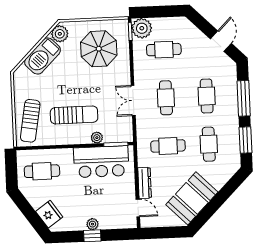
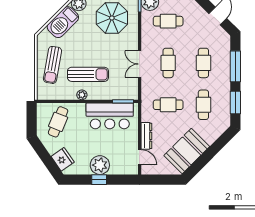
sun lounger: (30, 121) -> (52, 65), moved
plant: (97, 138) -> (82, 95), moved
cafe table: (42, 171) -> (58, 122), turned -68
plant: (93, 224) -> (100, 165), width x1.87, depth x1.87

